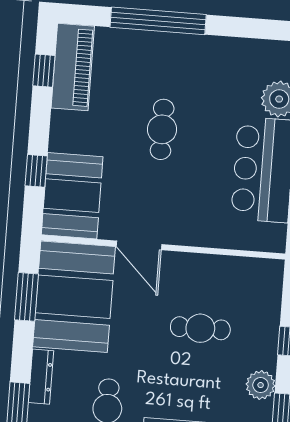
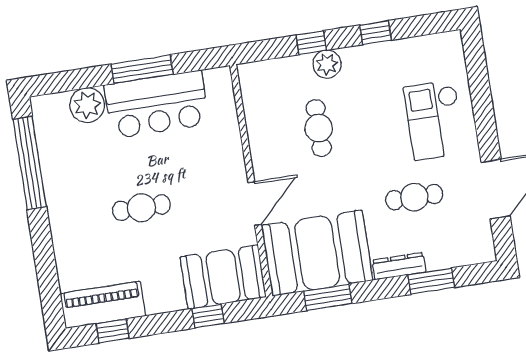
window: (158, 21) -> (30, 163), moved
plant: (261, 385) -> (327, 64), moved

